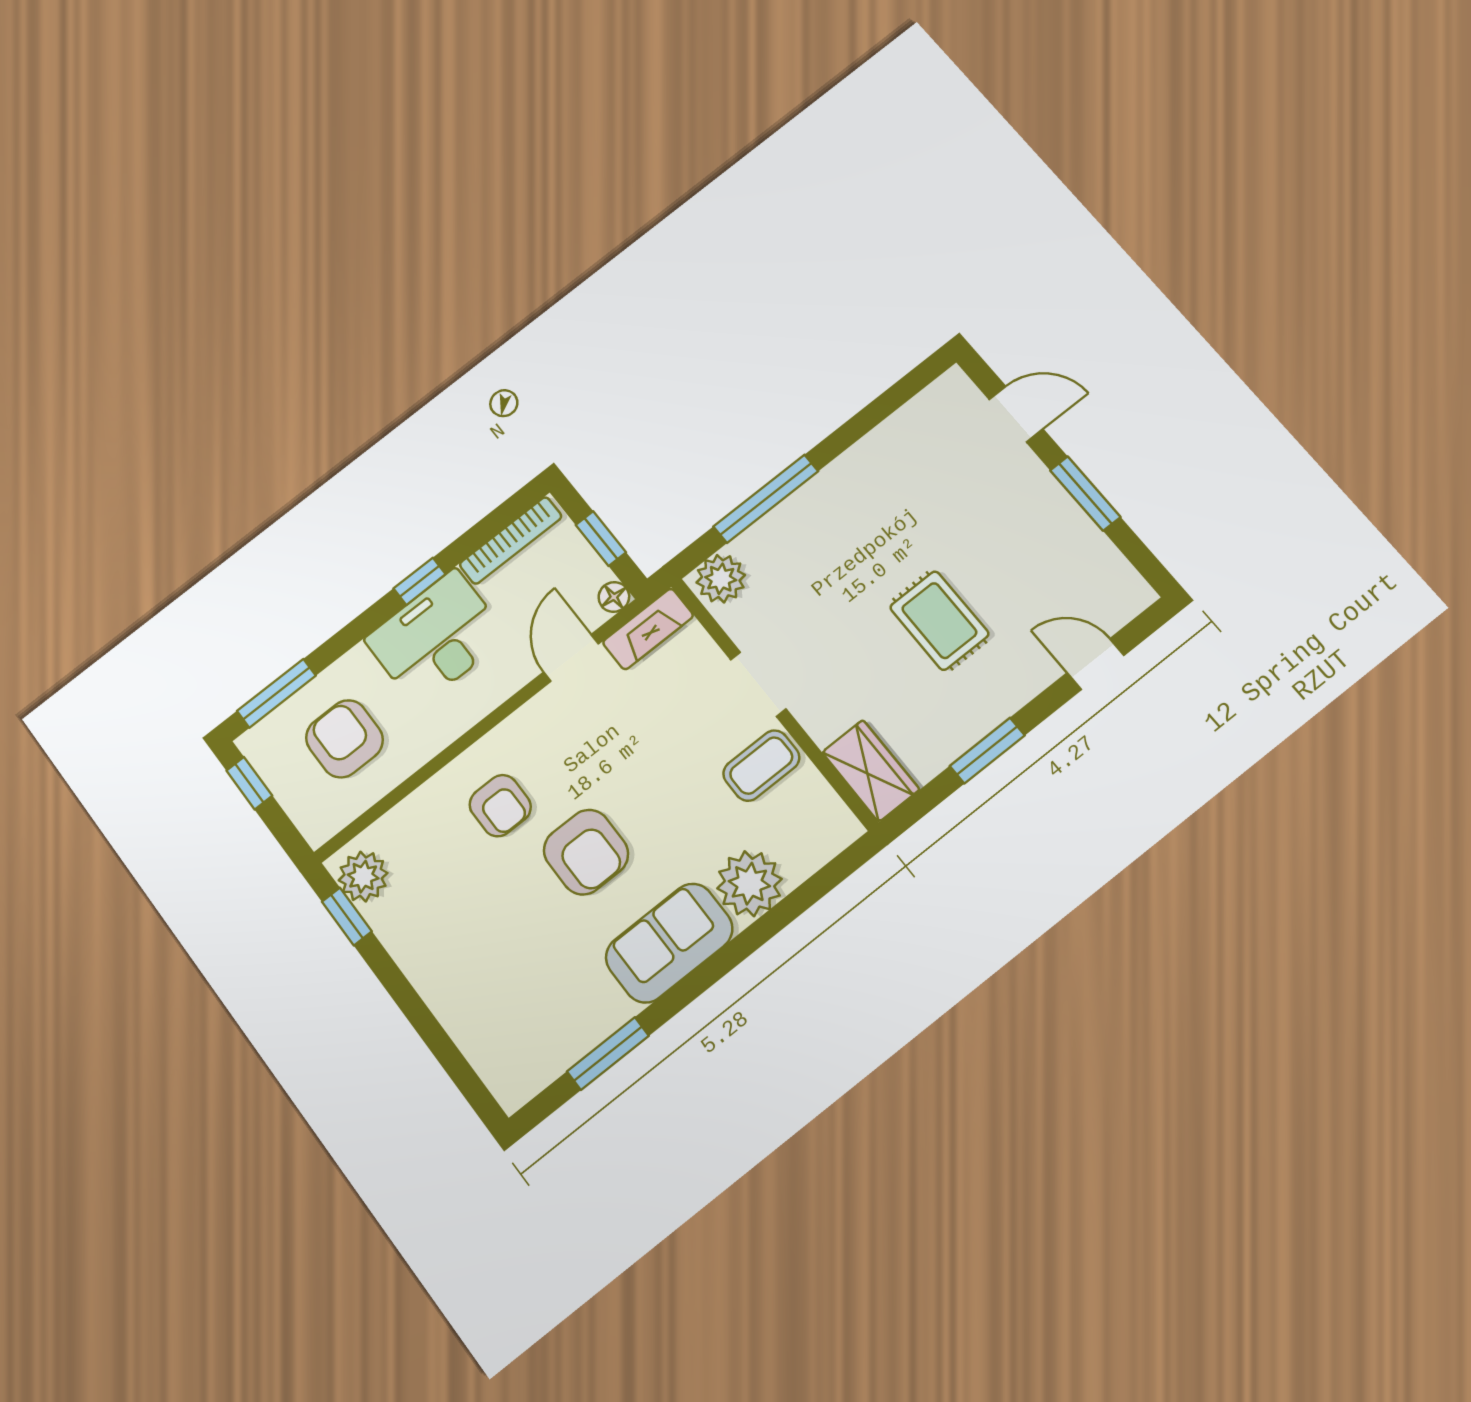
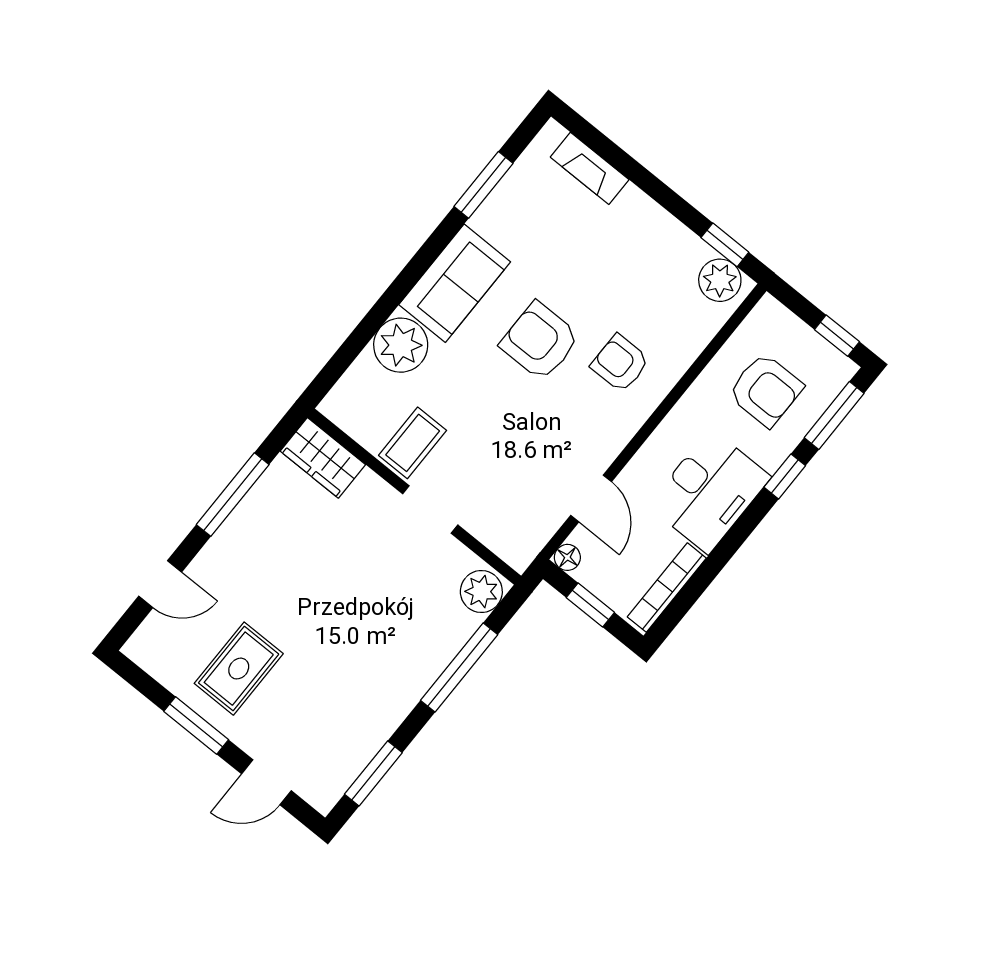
window: (890, 401) -> (373, 773), added
window: (420, 581) -> (785, 476), moved
rug: (939, 621) -> (239, 669), moved, turned 90
fireplace: (648, 629) -> (590, 168), moved, turned -90
window: (987, 751) -> (233, 495), width x1.44

